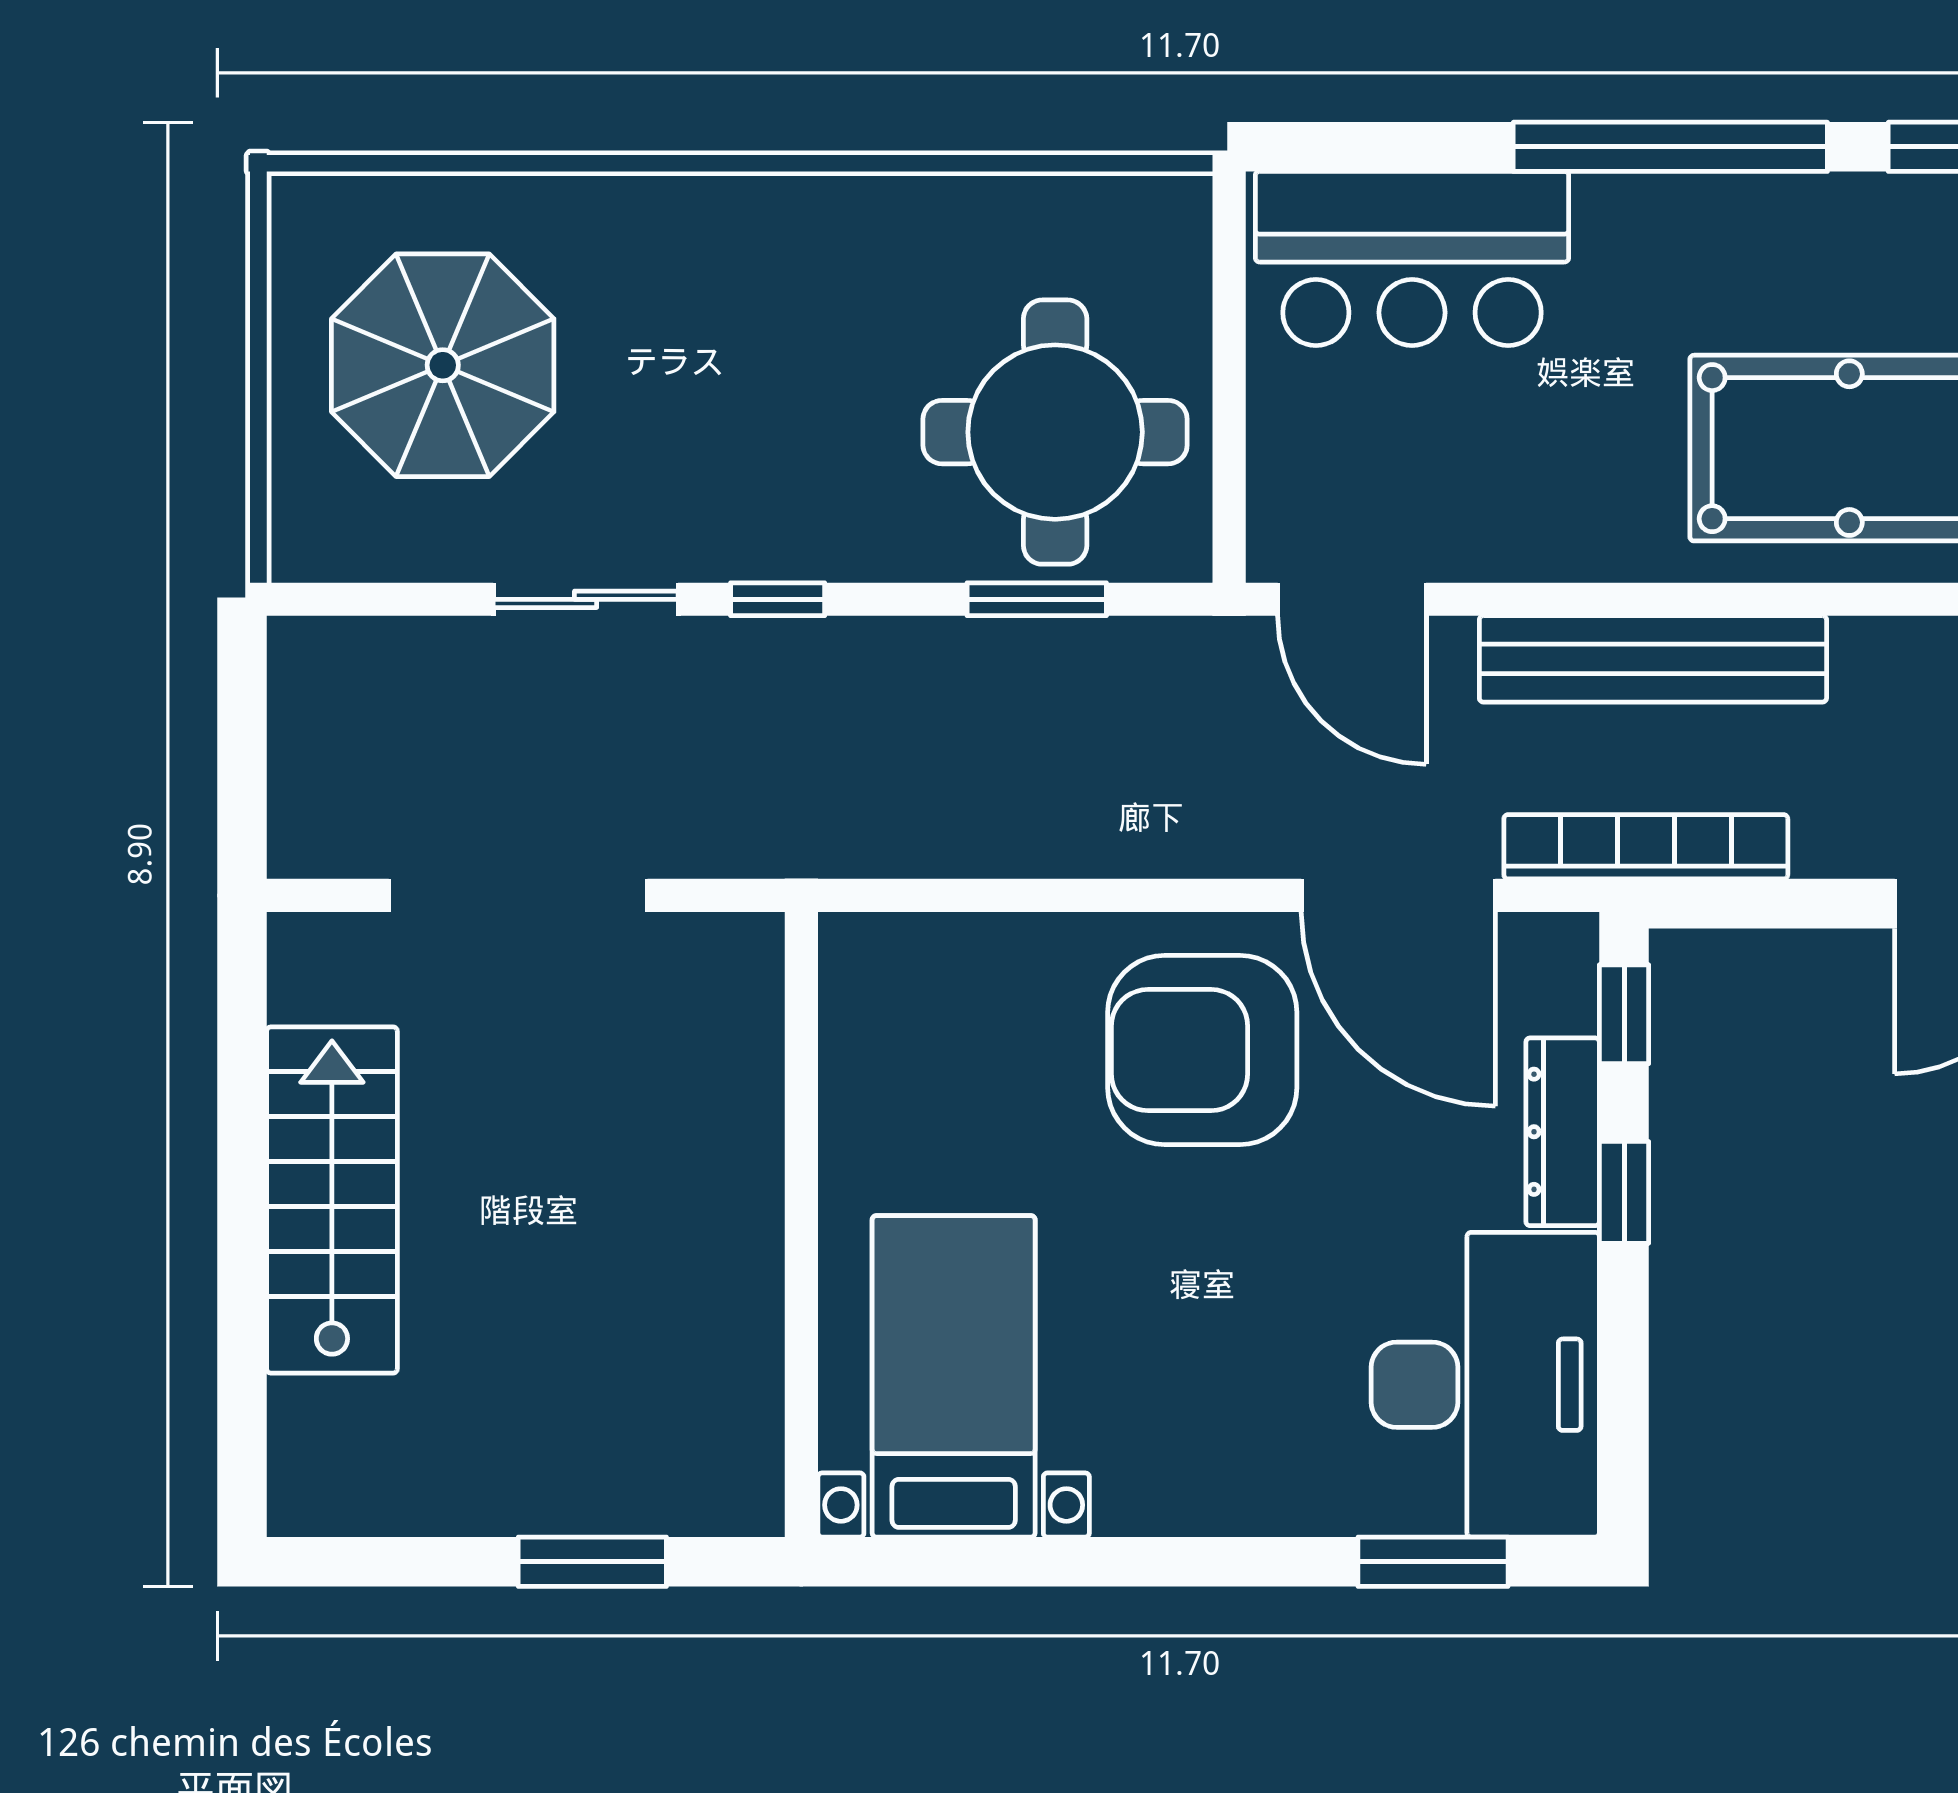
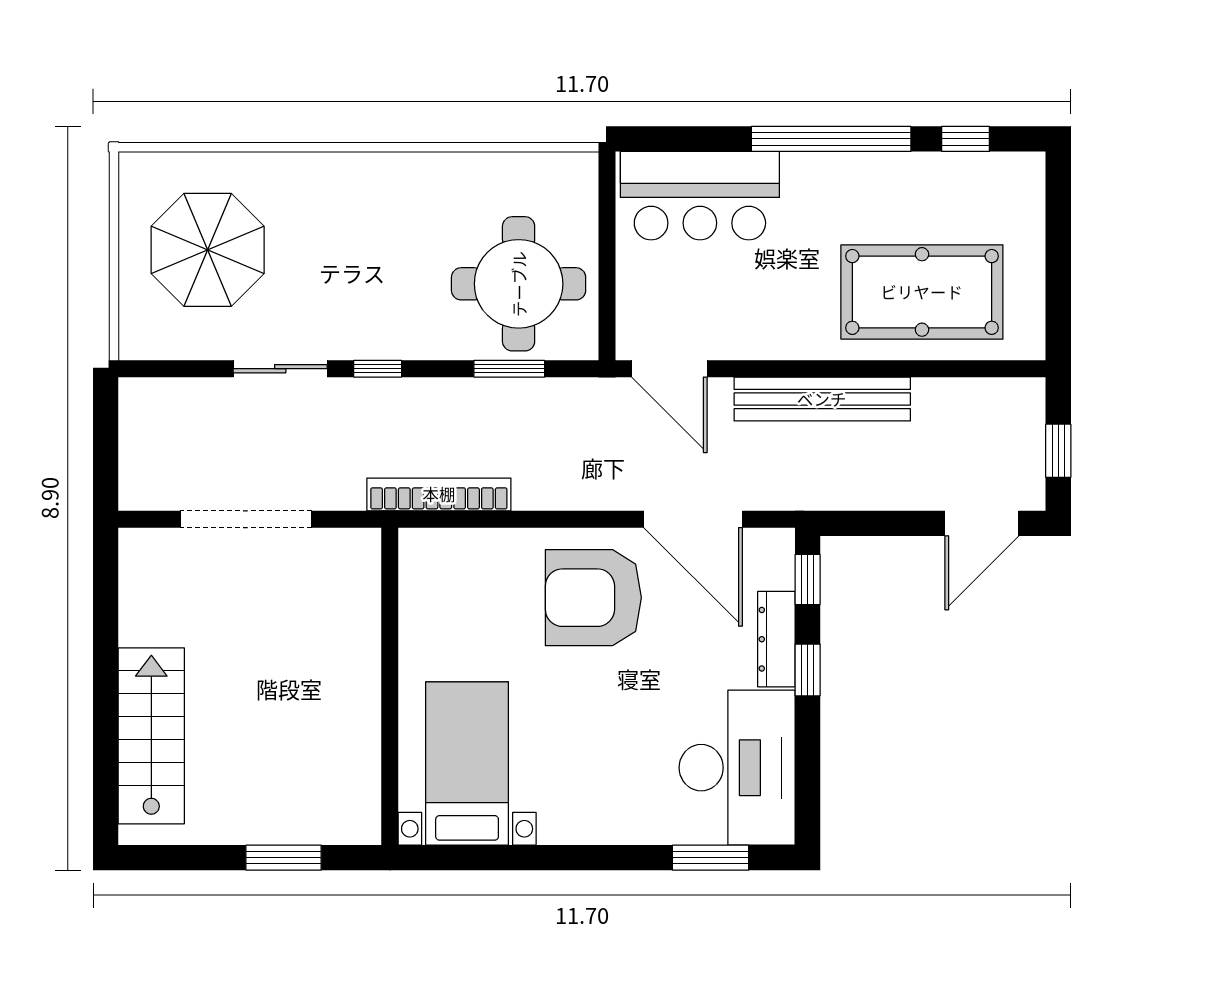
bookcase: (1646, 847) -> (439, 494), moved
stairs: (332, 1200) -> (151, 736), moved

